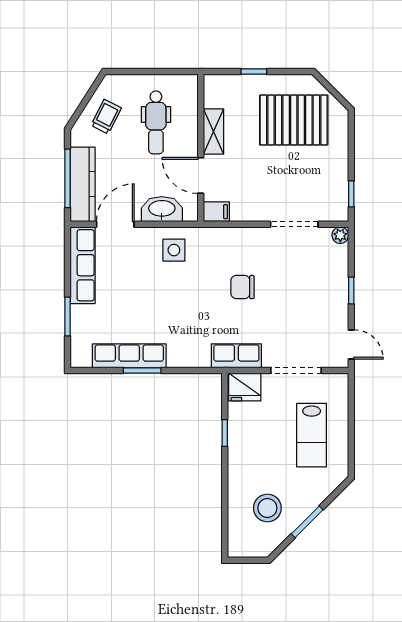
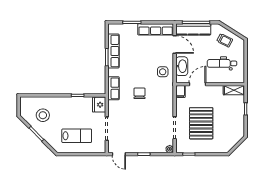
pallet: (294, 120) -> (201, 123), moved
shelving: (213, 132) -> (234, 90), moved
chair: (243, 287) -> (139, 93), moved
door: (351, 344) -> (119, 154), hinge flipped
row of seats: (236, 356) -> (114, 88), moved
lab bench: (312, 435) -> (77, 136), turned 180

